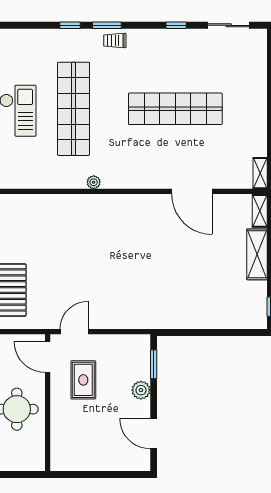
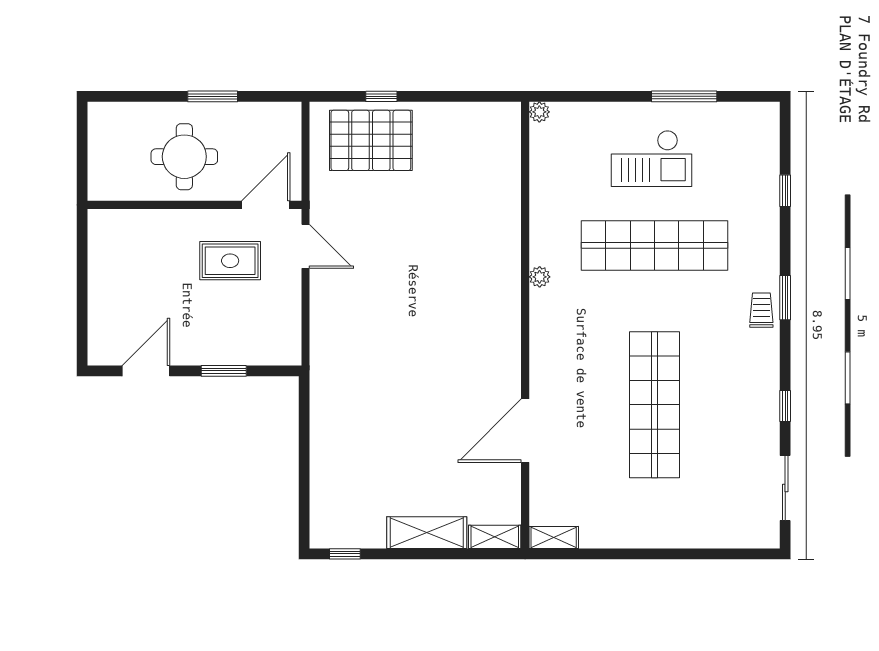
window: (70, 25) -> (785, 191), moved
window: (154, 364) -> (224, 371), moved
plant: (141, 390) -> (214, 351), removed

